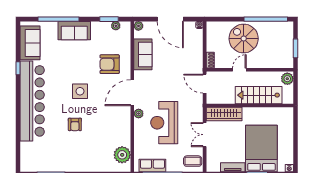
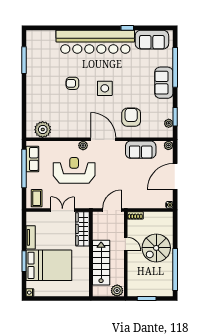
spiral stairs: (244, 39) -> (156, 248), turned 180

